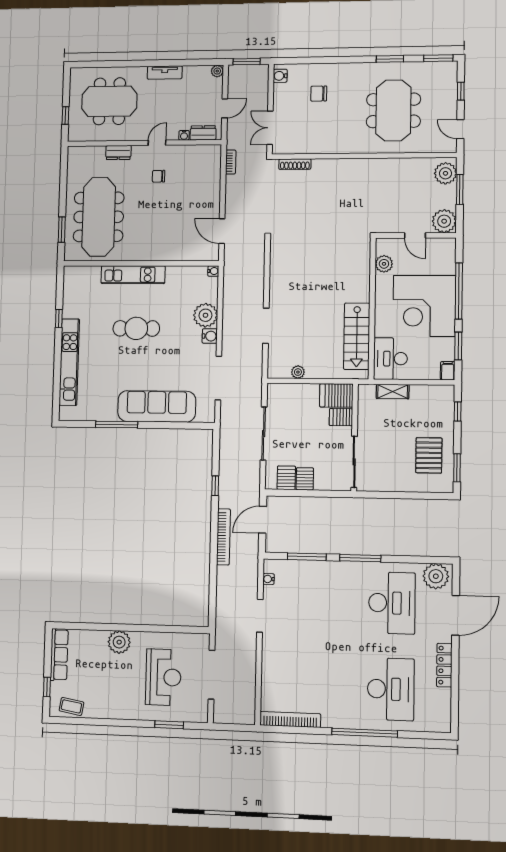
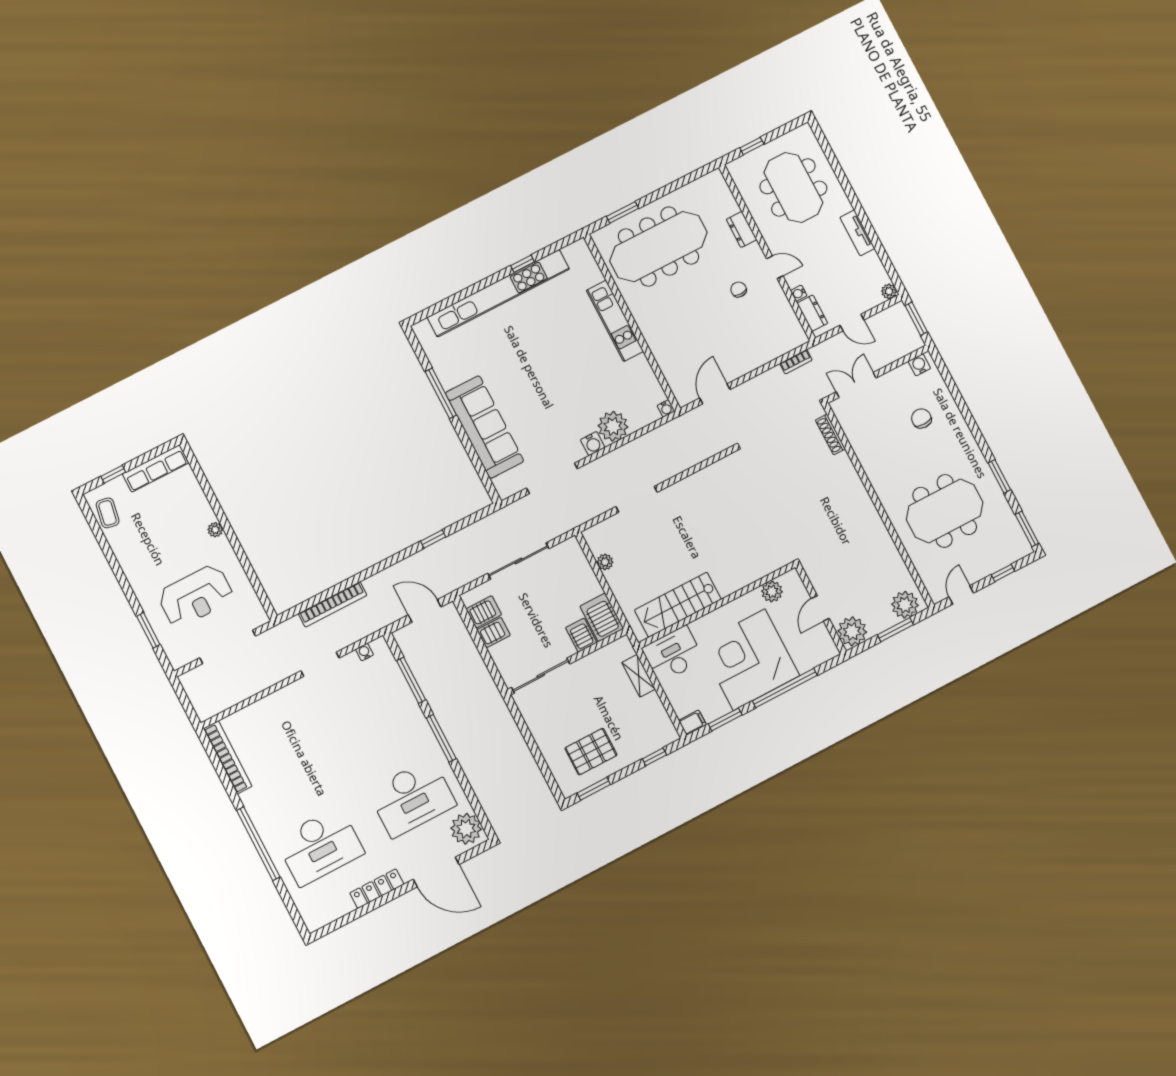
cafe table: (136, 328) -> (558, 357), removed
kitchen unit: (69, 362) -> (498, 293), width x1.36
bookcase: (223, 537) -> (333, 604), moved
plant: (119, 642) -> (215, 530), width x0.53, depth x0.53

